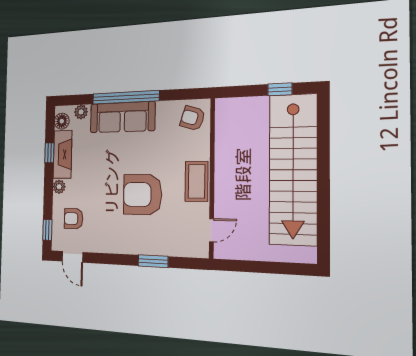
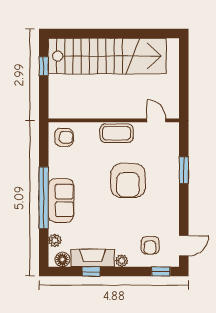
sofa: (122, 117) -> (61, 200), width x0.73
armchair: (193, 118) -> (64, 137), turned -107

